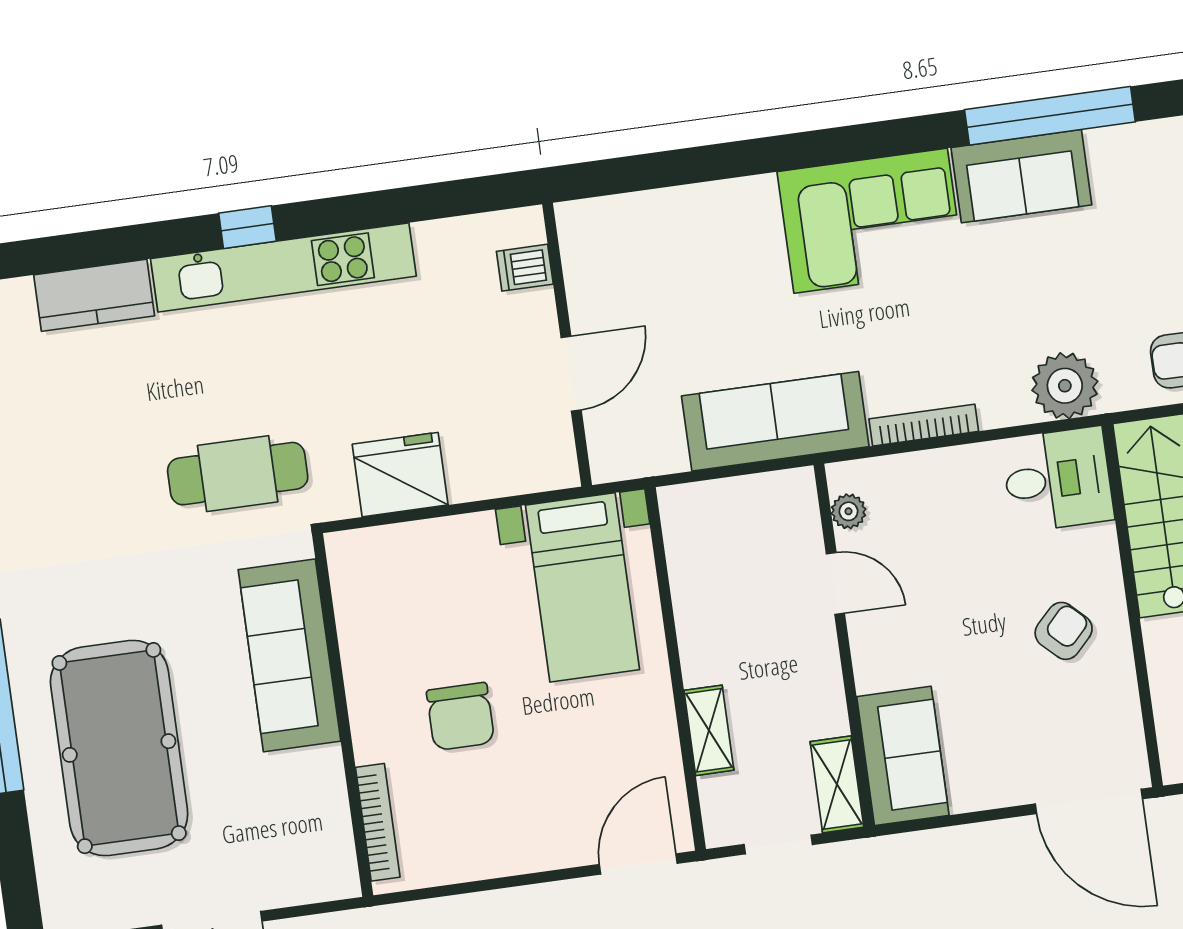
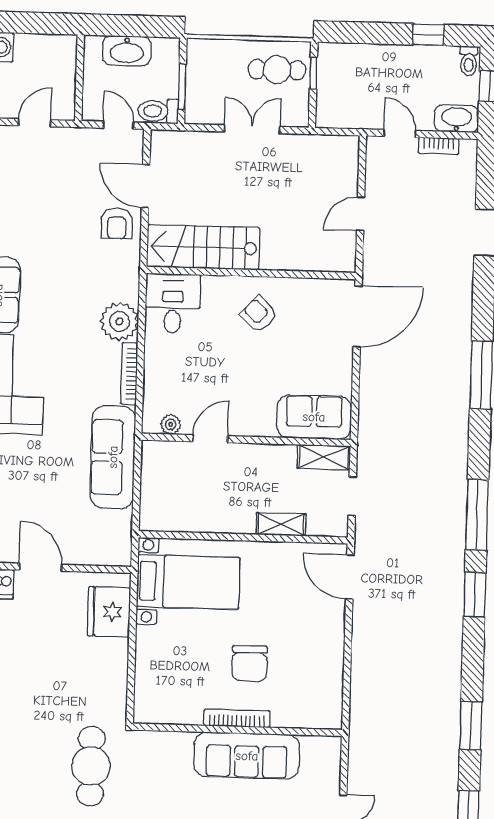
door: (571, 374) -> (41, 567), moved
plant: (1065, 386) -> (119, 321), moved
fridge: (400, 475) -> (109, 612), moved
sofa: (289, 655) -> (247, 756), moved
chair: (460, 716) -> (249, 663), turned 90
bookcase: (378, 822) -> (237, 718), moved

